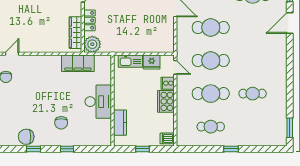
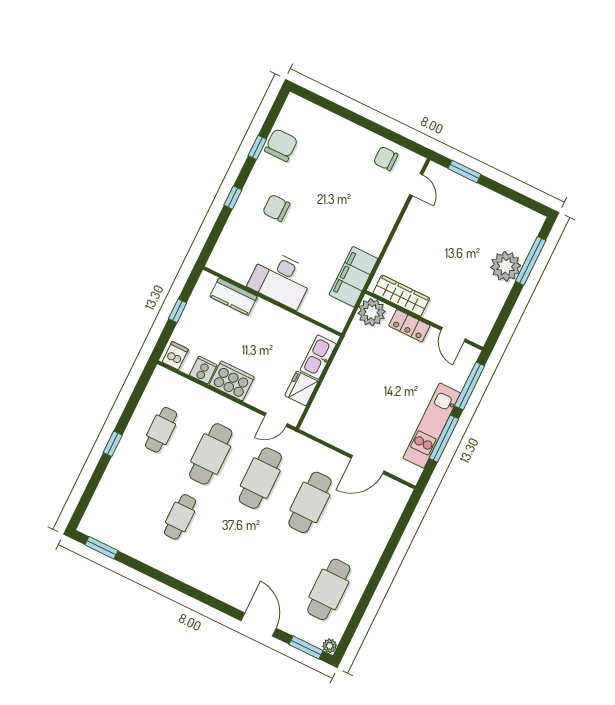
cooker: (168, 83) -> (203, 370), moved

